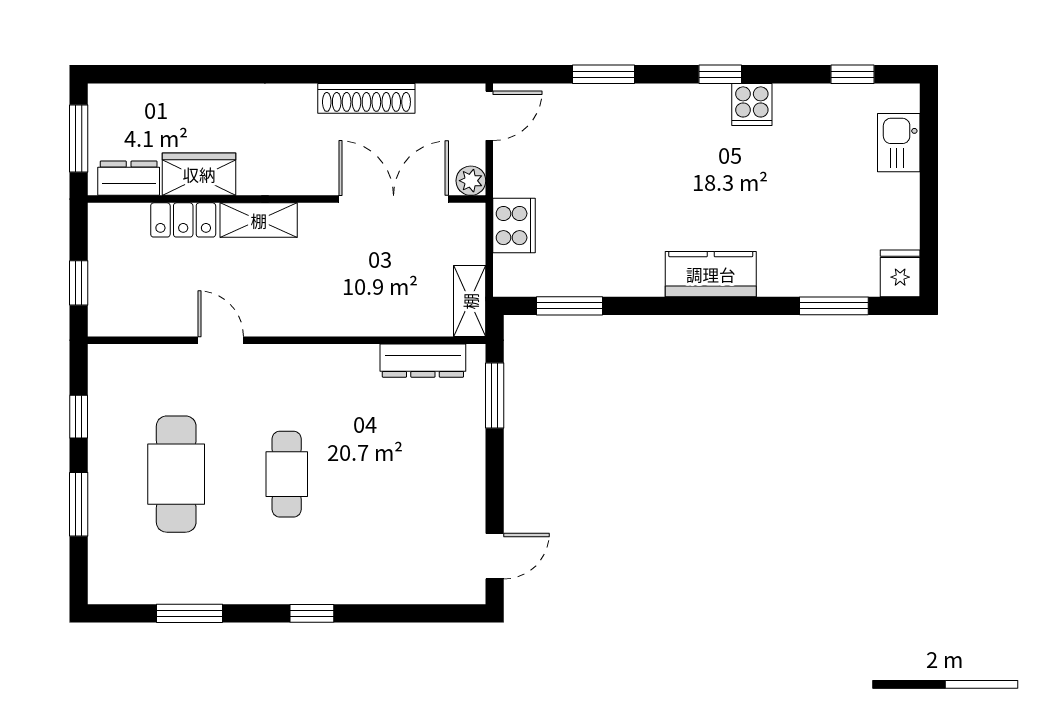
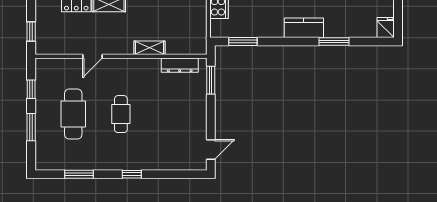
shelving: (470, 301) -> (150, 48), moved, turned 90
window: (834, 306) -> (334, 41), moved
door: (221, 340) -> (92, 56), swing flipped

